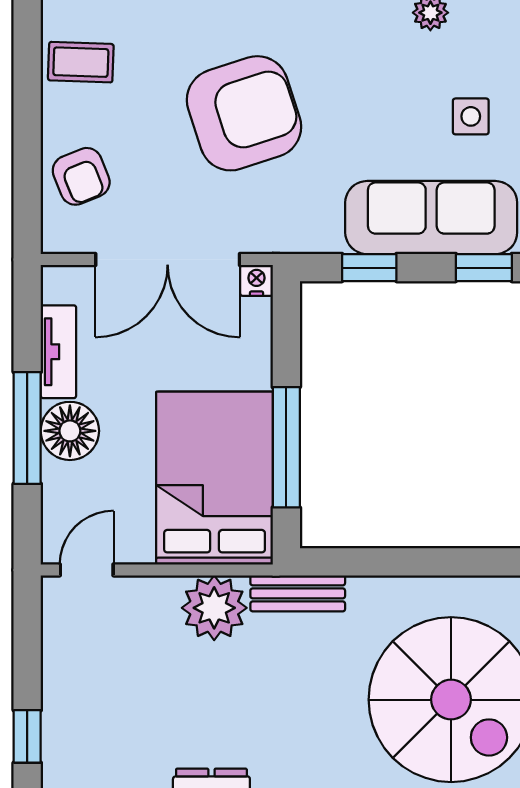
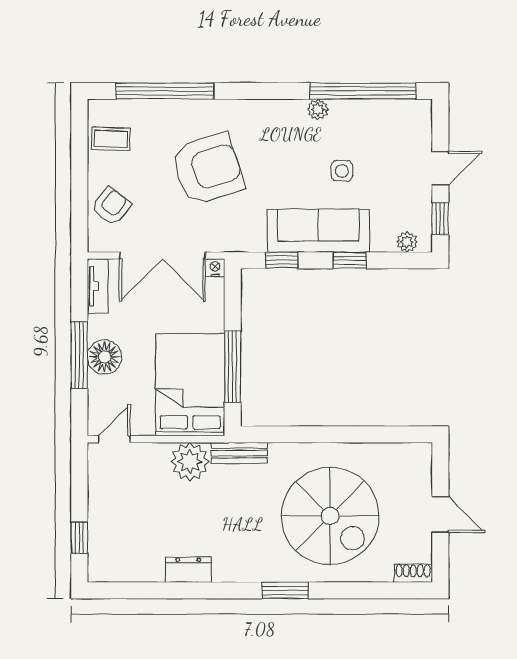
armchair: (81, 176) -> (111, 206), turned -119
tv unit: (58, 352) -> (98, 286), moved

